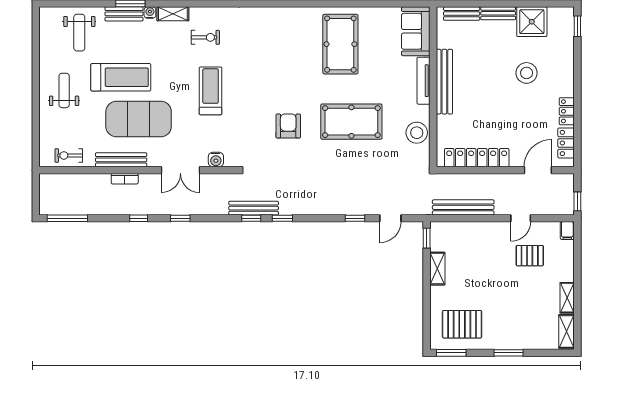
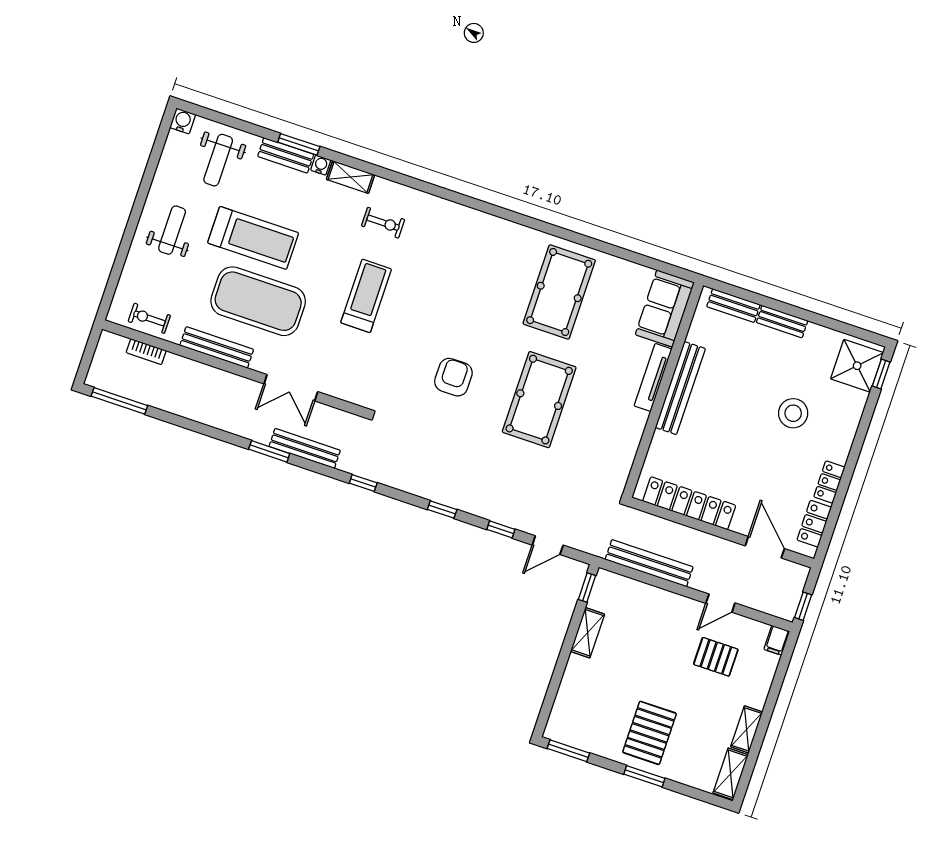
shower: (532, 22) -> (857, 366), moved
pool table: (351, 122) -> (539, 400), turned 90
stool: (417, 133) -> (621, 443), removed
water cooler: (216, 160) -> (183, 121), moved, turned 180
door: (538, 170) -> (765, 547), hinge flipped
bookcase: (125, 179) -> (146, 352), moved
bench: (254, 208) -> (305, 448), moved
window: (139, 218) -> (214, 433), removed
window: (180, 218) -> (269, 451), width x1.50
window: (282, 218) -> (442, 510), moved
pallet: (462, 324) -> (650, 733), moved, turned 90

